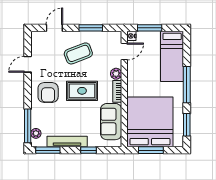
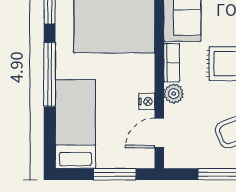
nightstand: (131, 36) -> (147, 101), moved

